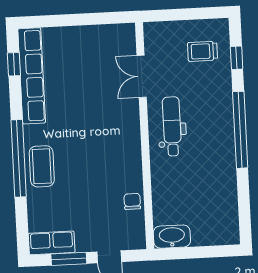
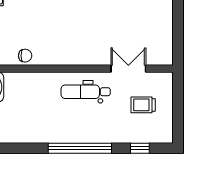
trolley: (203, 51) -> (143, 105), moved, turned -90
dental chair: (172, 126) -> (86, 92), turned 180

